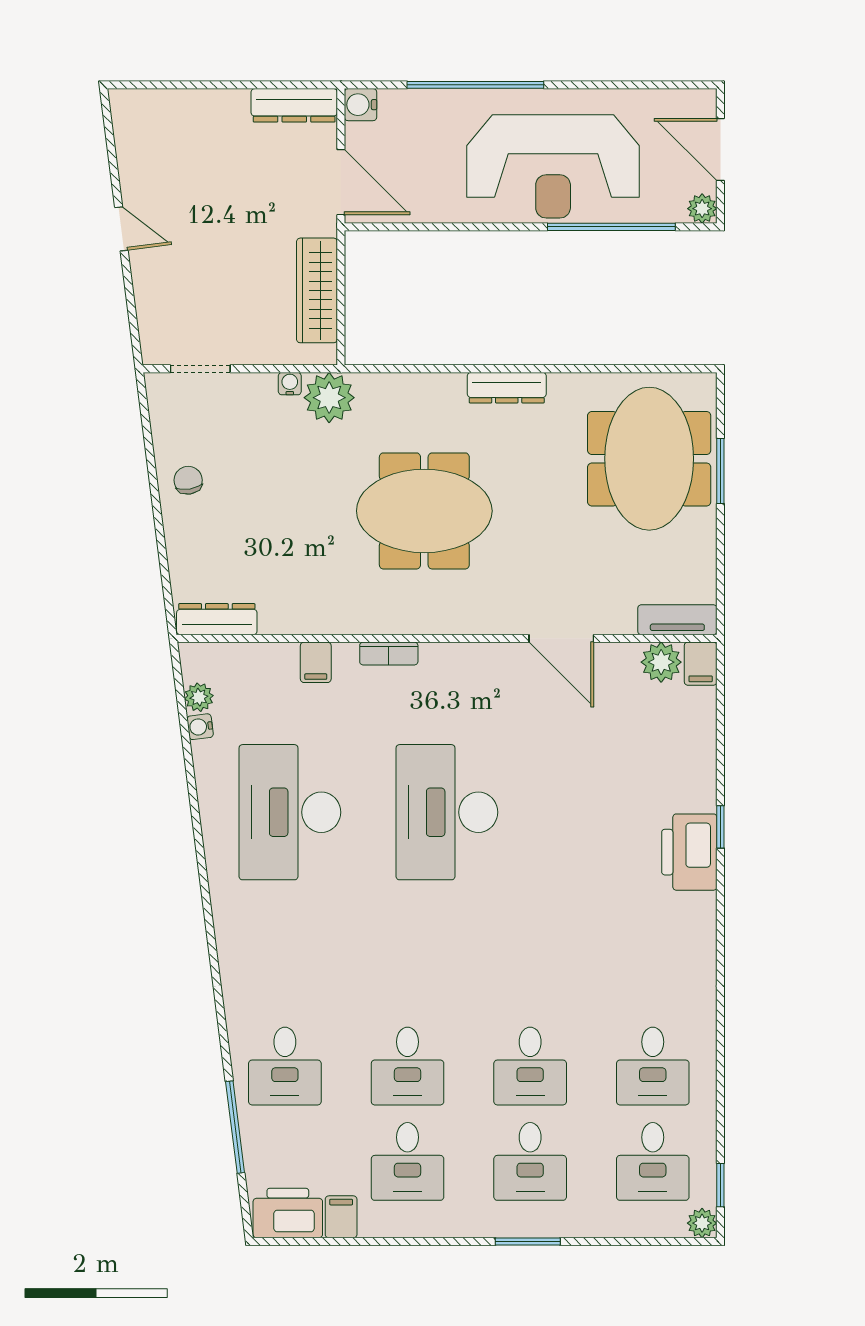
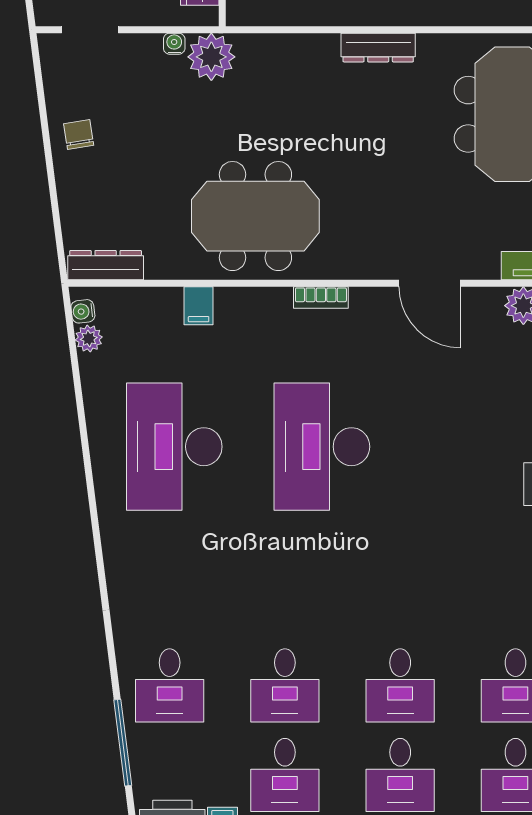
meeting table: (424, 511) -> (255, 216), moved
bookcase: (389, 654) -> (321, 297), moved
water cooler: (200, 727) -> (83, 311), moved

